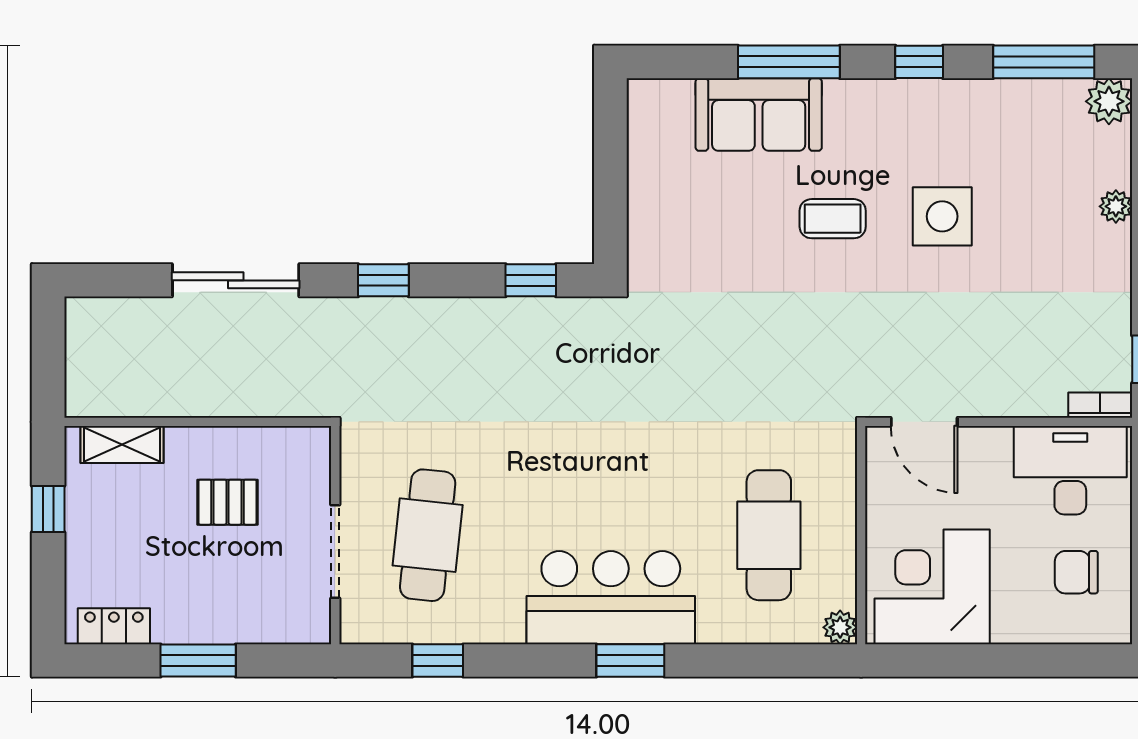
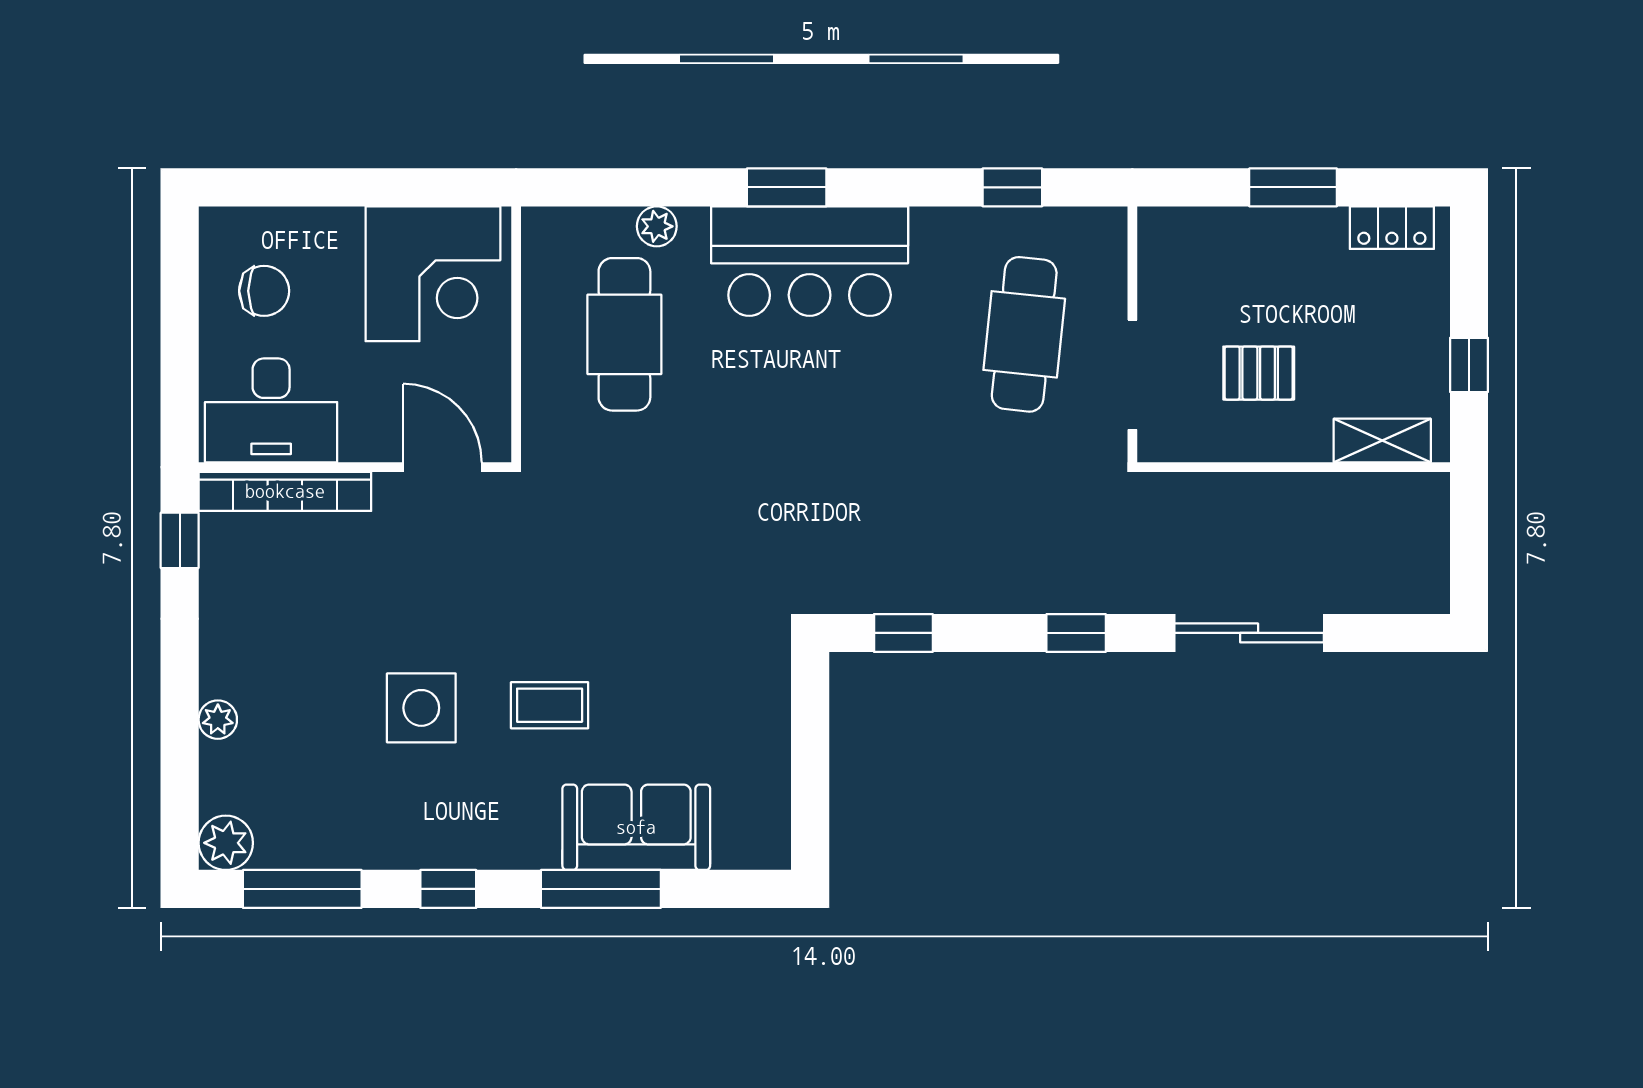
bookcase: (1100, 405) -> (285, 491), width x2.31, depth x1.31
doorway: (335, 551) -> (1132, 375), moved
plant: (840, 627) -> (657, 226), moved

